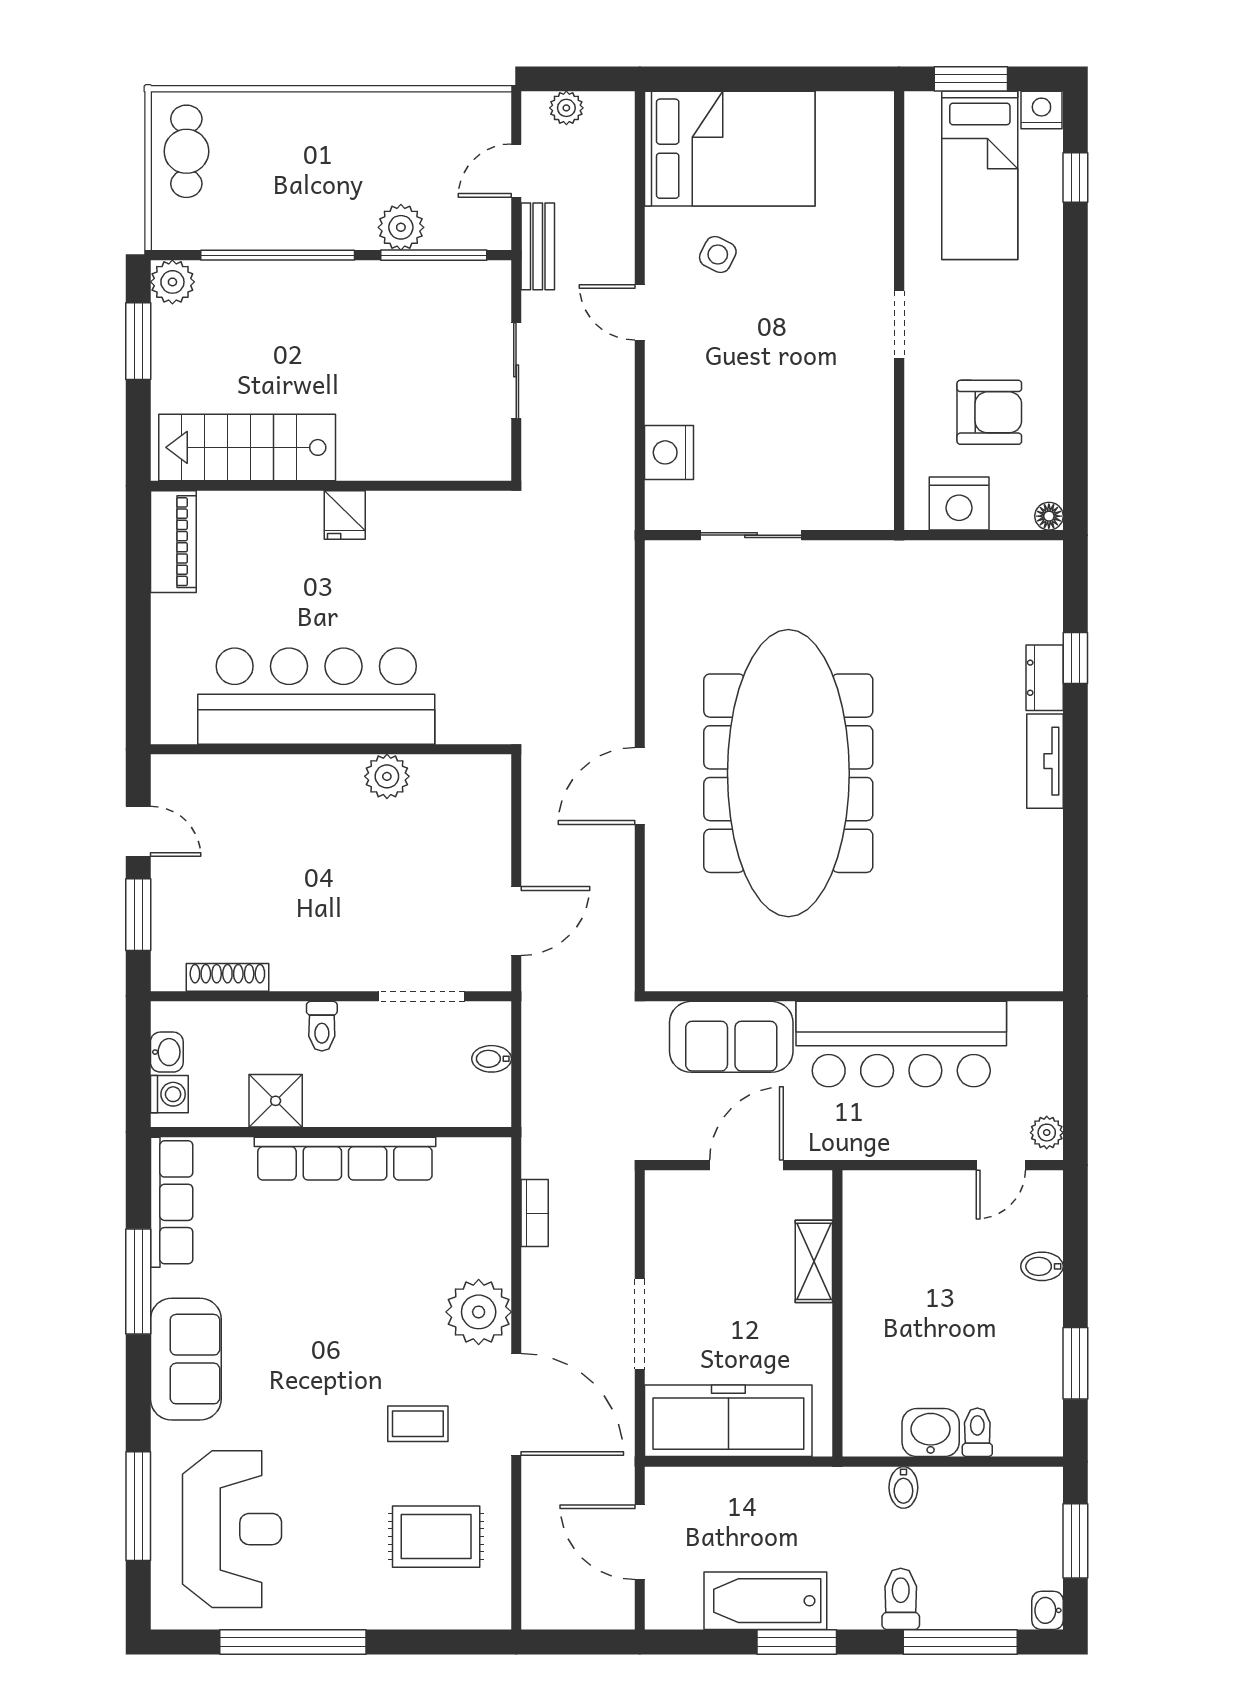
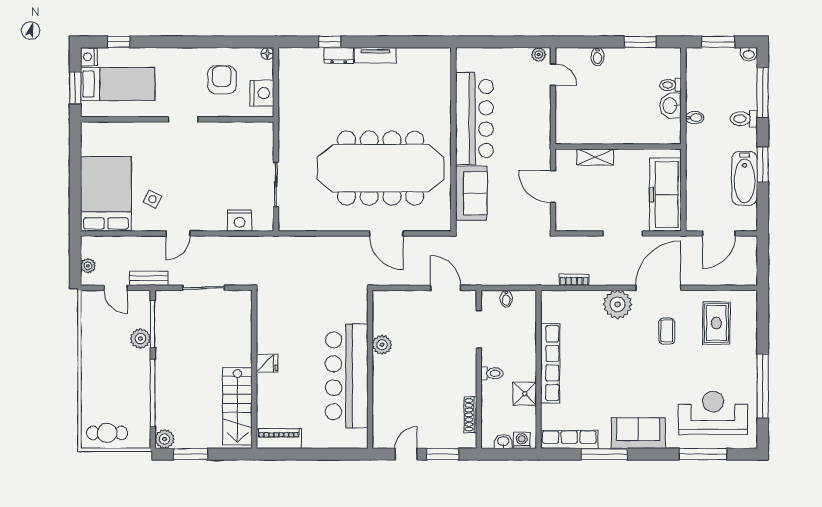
wall: (854, 996) -> (453, 139), moved
sofa: (731, 1037) -> (471, 193), moved
bar counter: (901, 1044) -> (474, 118), moved

